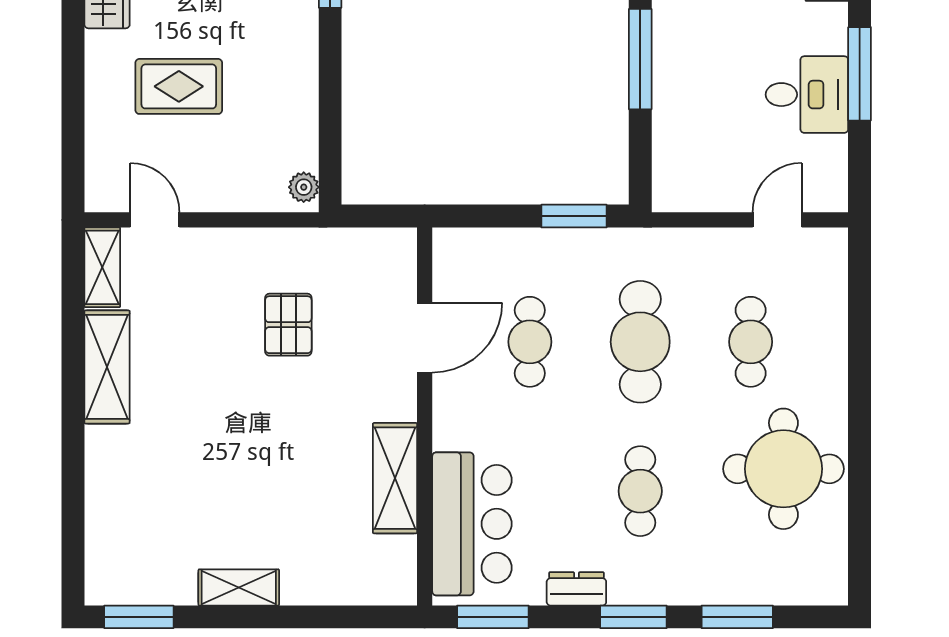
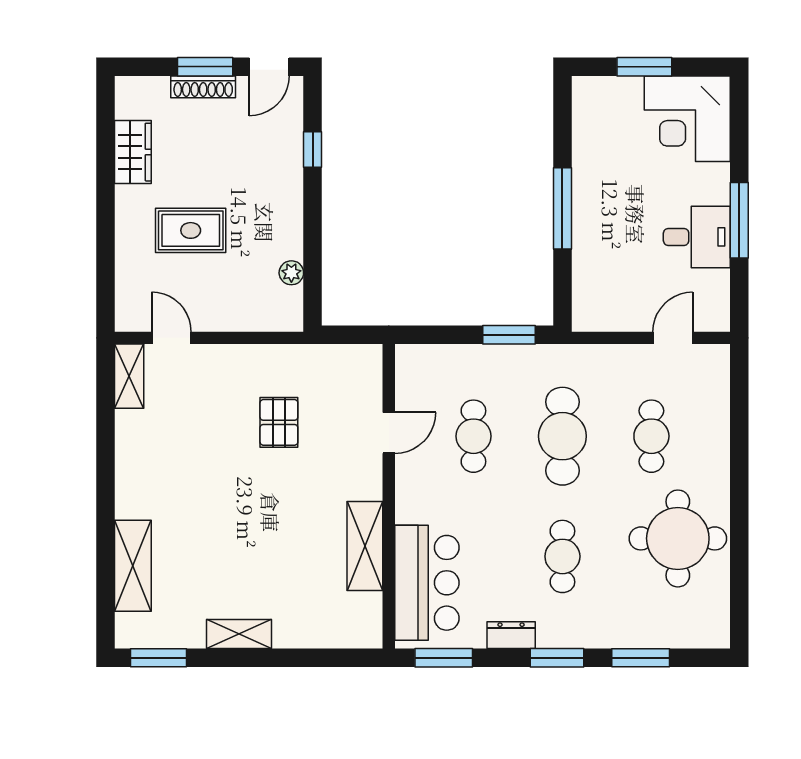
plant: (304, 187) -> (291, 273), moved
door: (425, 338) -> (389, 433), width x0.73
shelving: (107, 367) -> (133, 566), moved

